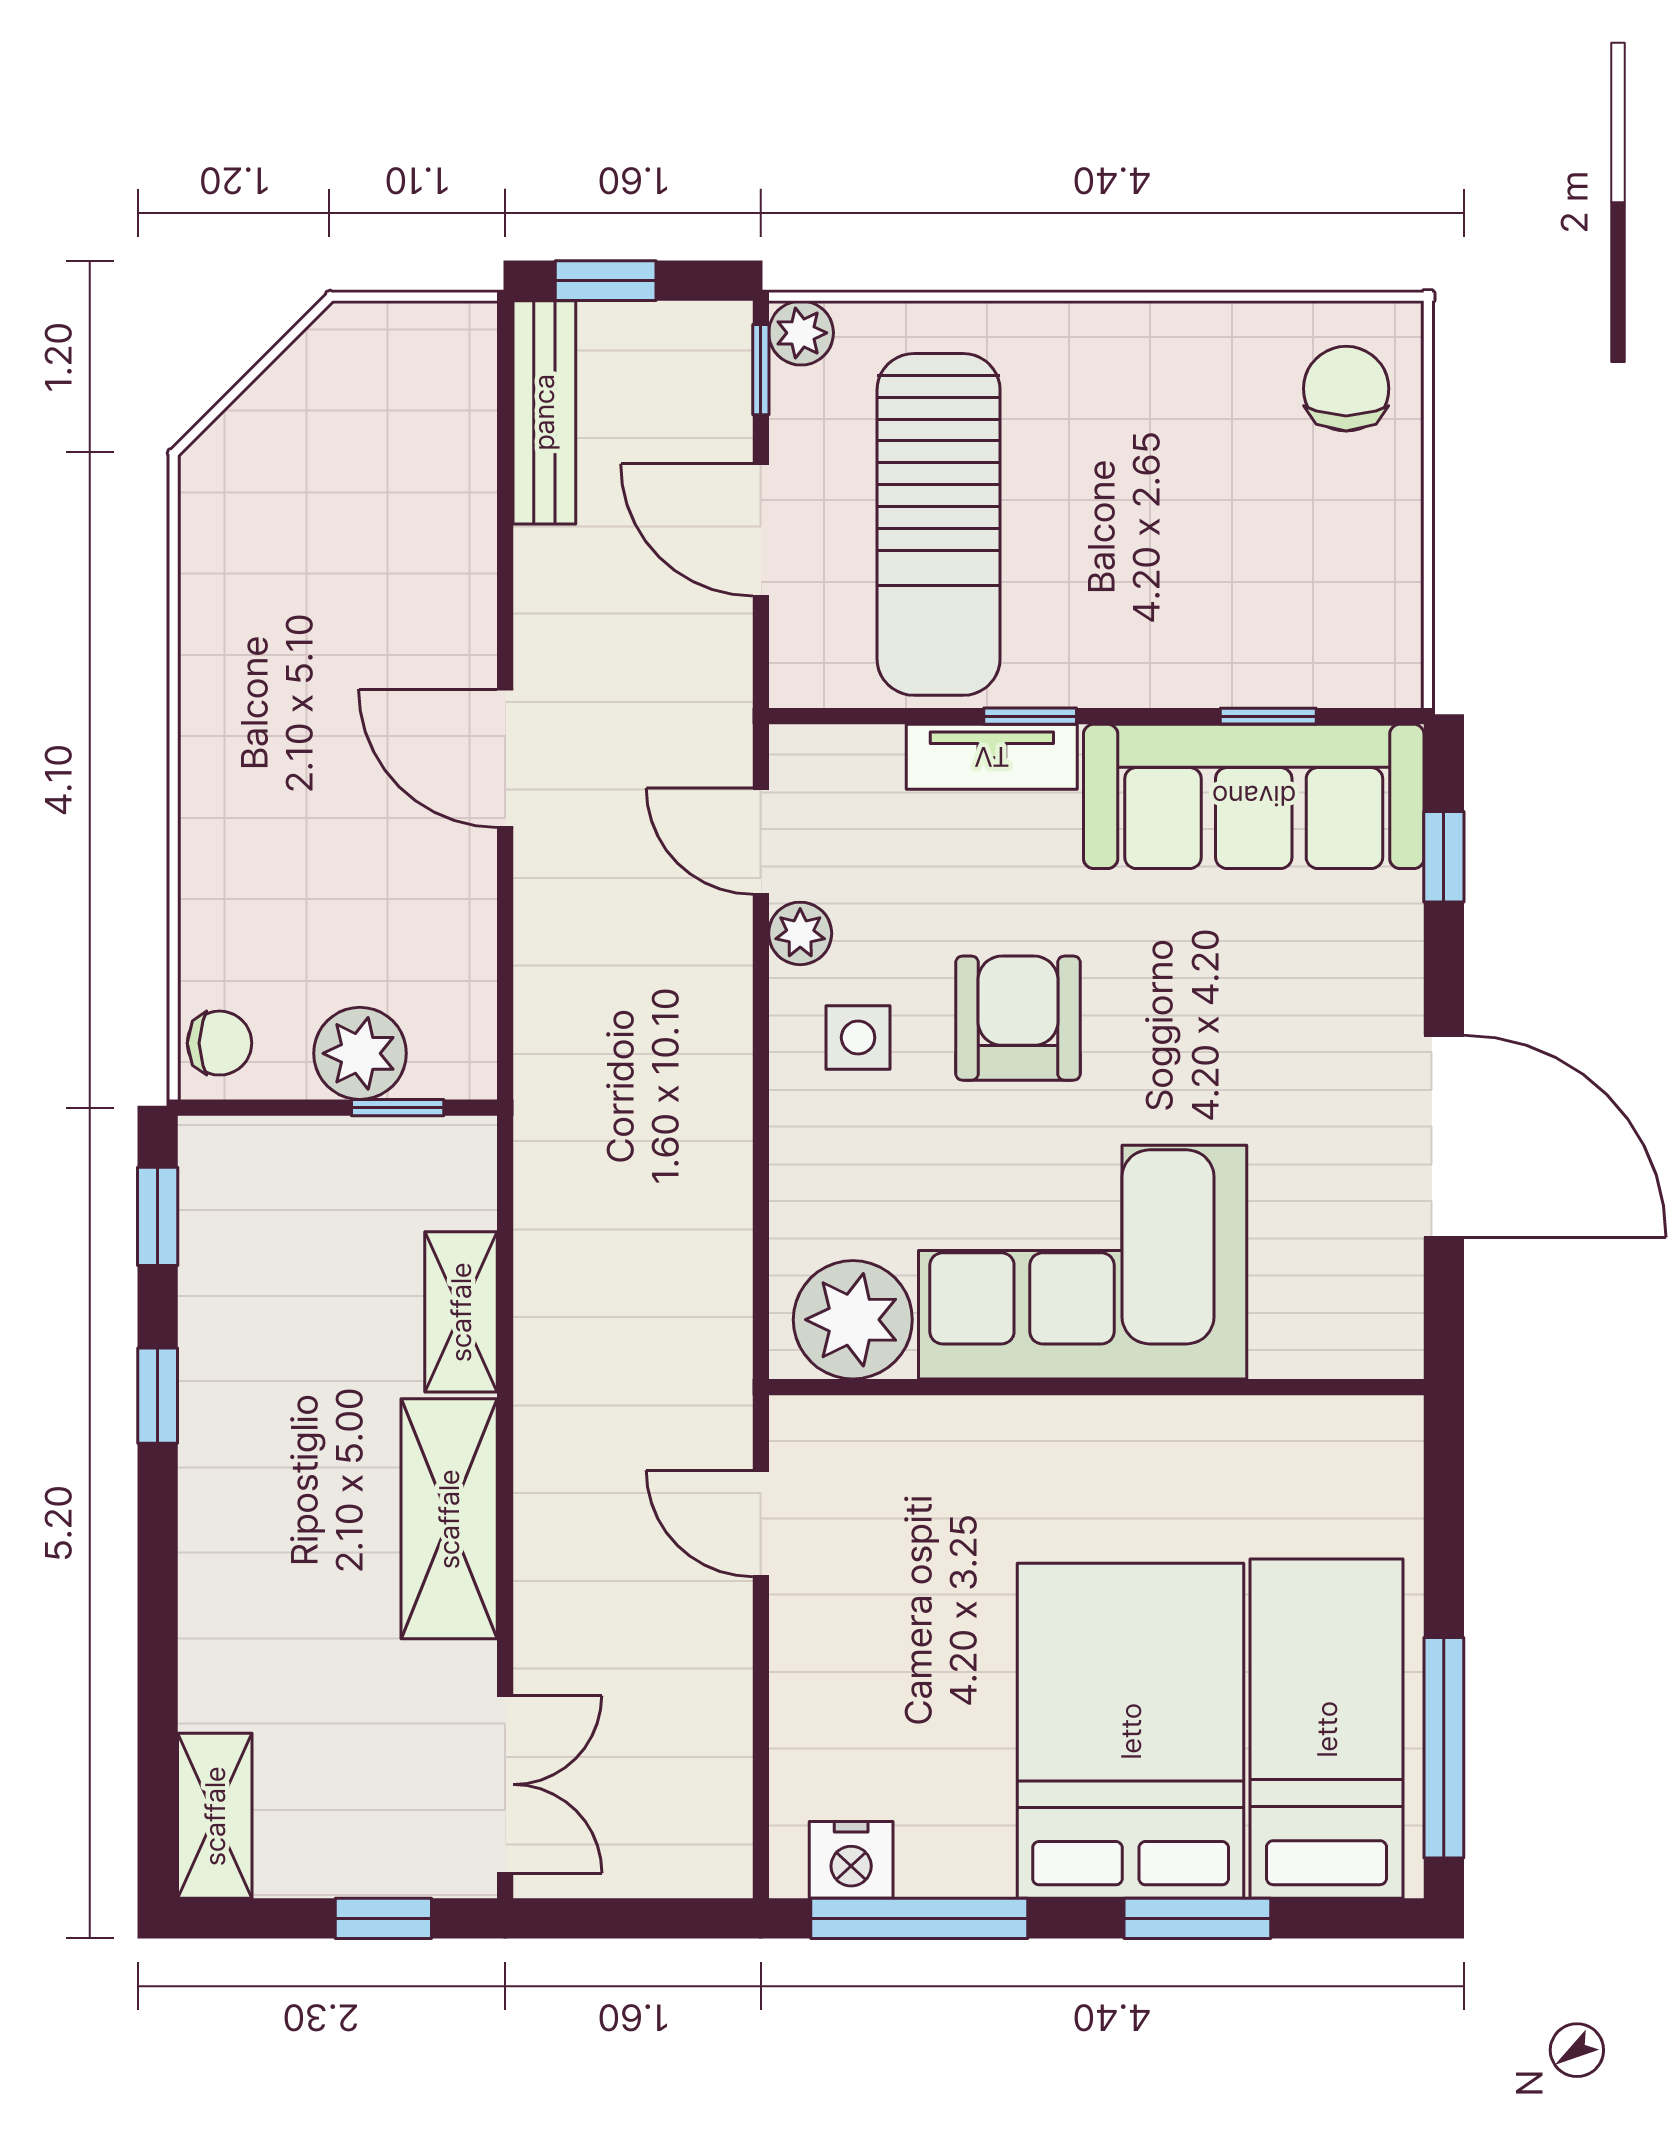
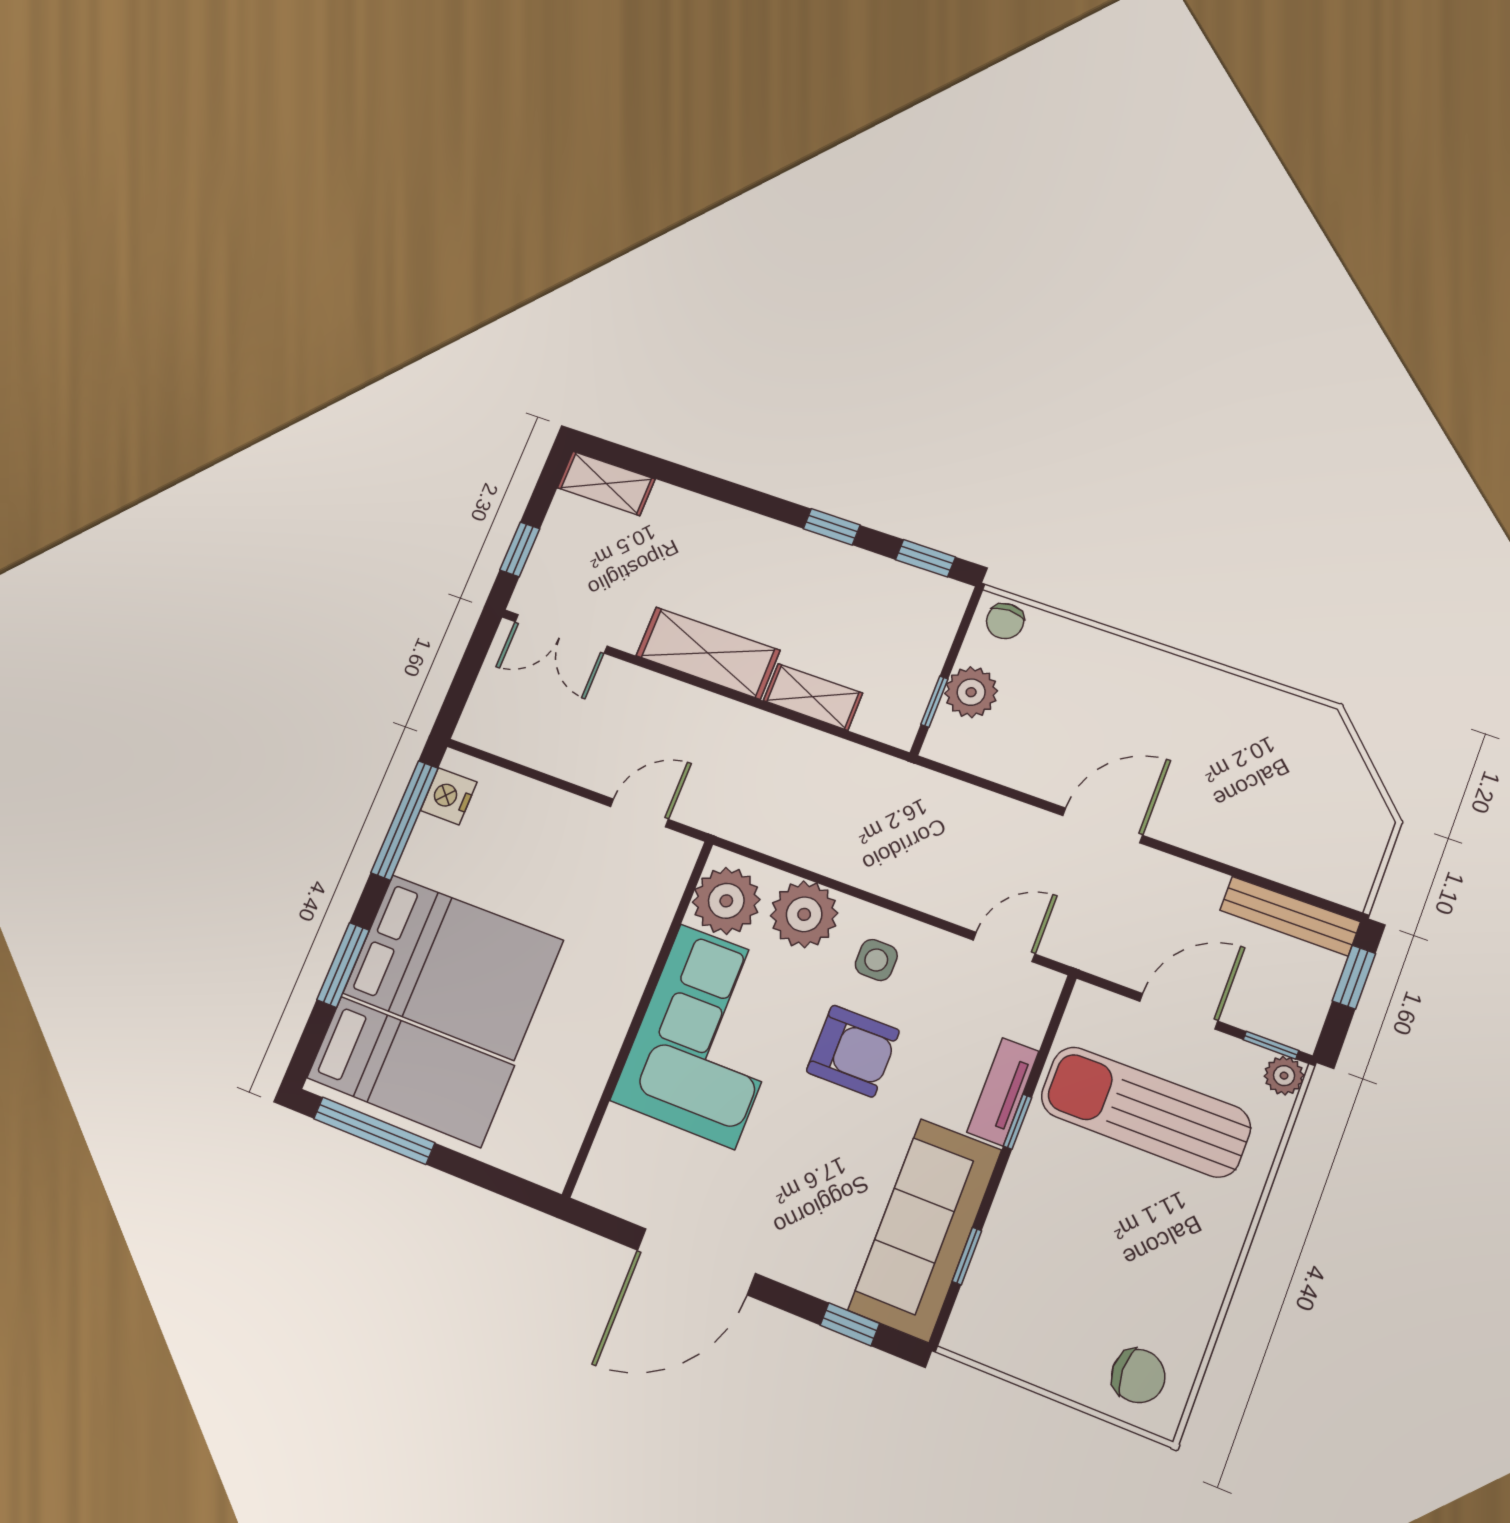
plant: (800, 933) -> (804, 914), moved, width x1.88, depth x1.88

